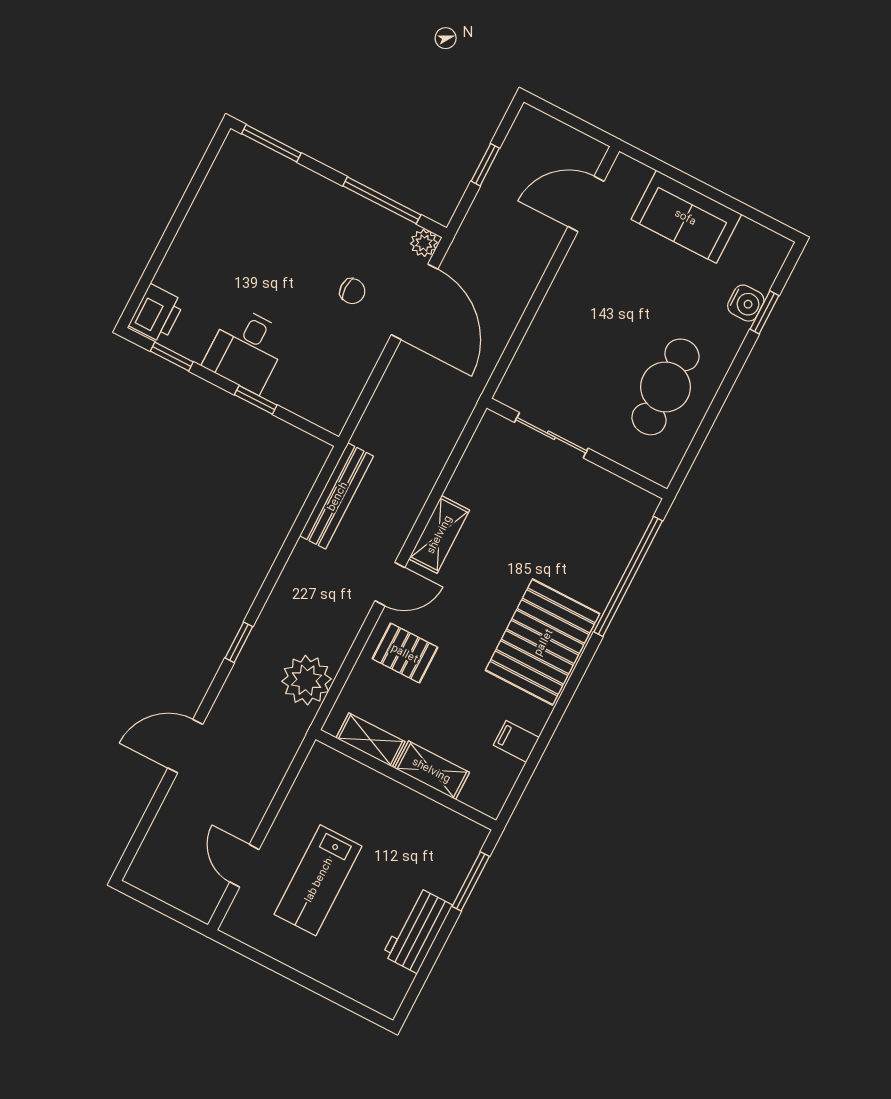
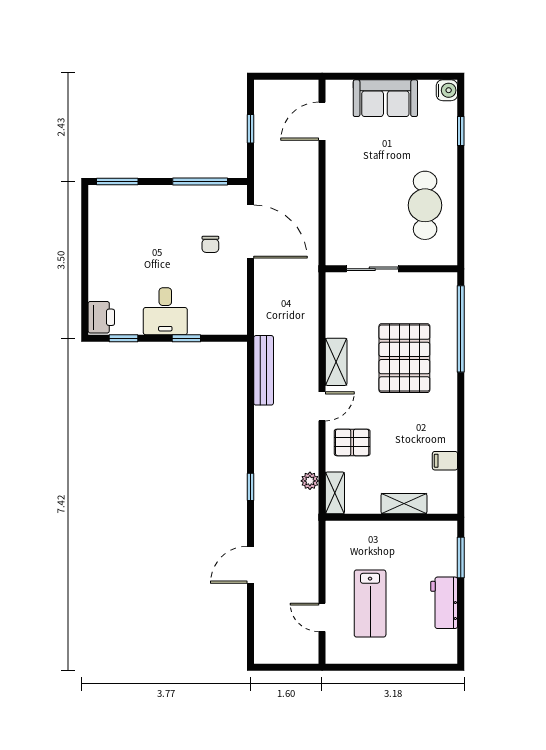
plant: (424, 243) -> (238, 194), removed
chair: (352, 291) -> (210, 244), turned 90
water cooler: (746, 303) -> (447, 90), moved
pallet: (543, 642) -> (404, 358), moved
plant: (307, 680) -> (310, 481), width x0.53, depth x0.53
shelving: (370, 740) -> (335, 493), moved, turned 90

